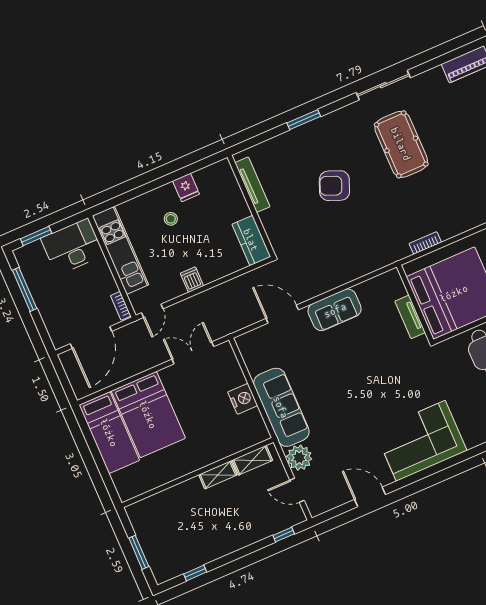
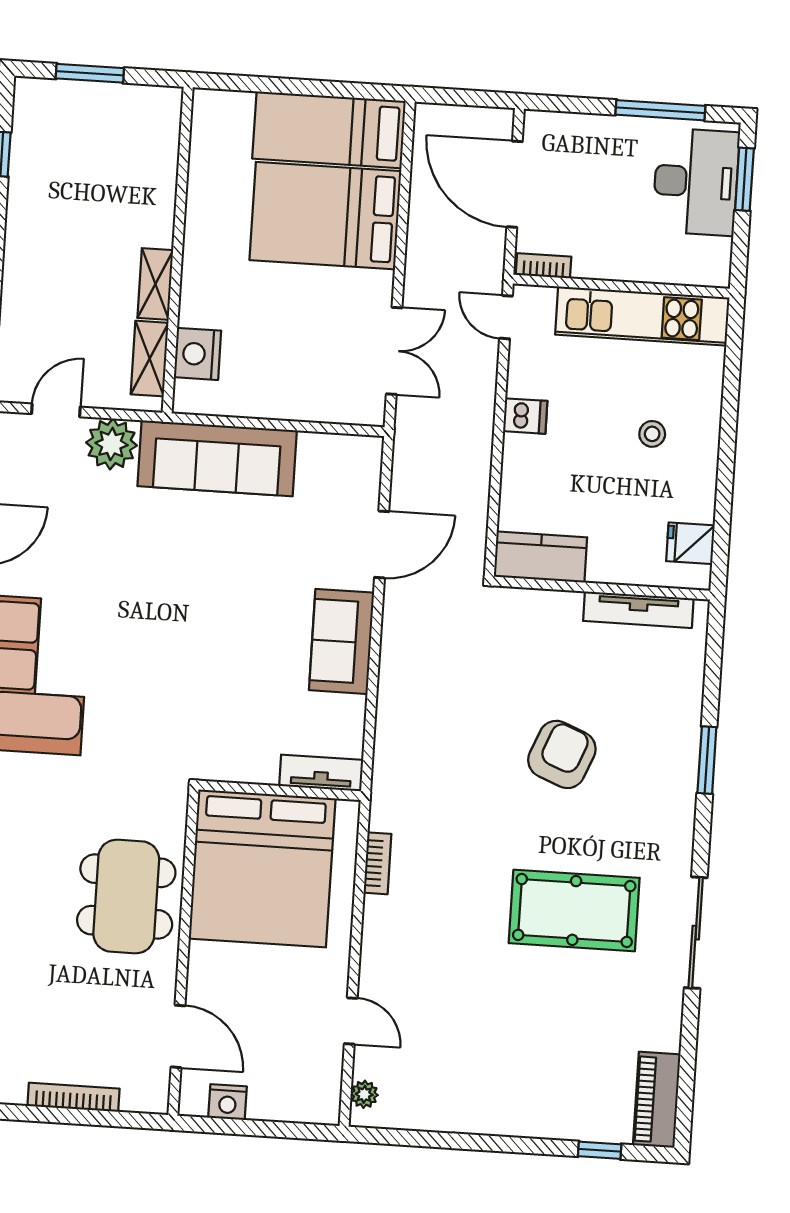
fridge: (186, 187) -> (690, 543), moved
desk: (72, 247) -> (696, 182), moved
tv unit: (410, 317) -> (321, 773), moved
nightstand: (243, 399) -> (198, 354), moved, turned 90

